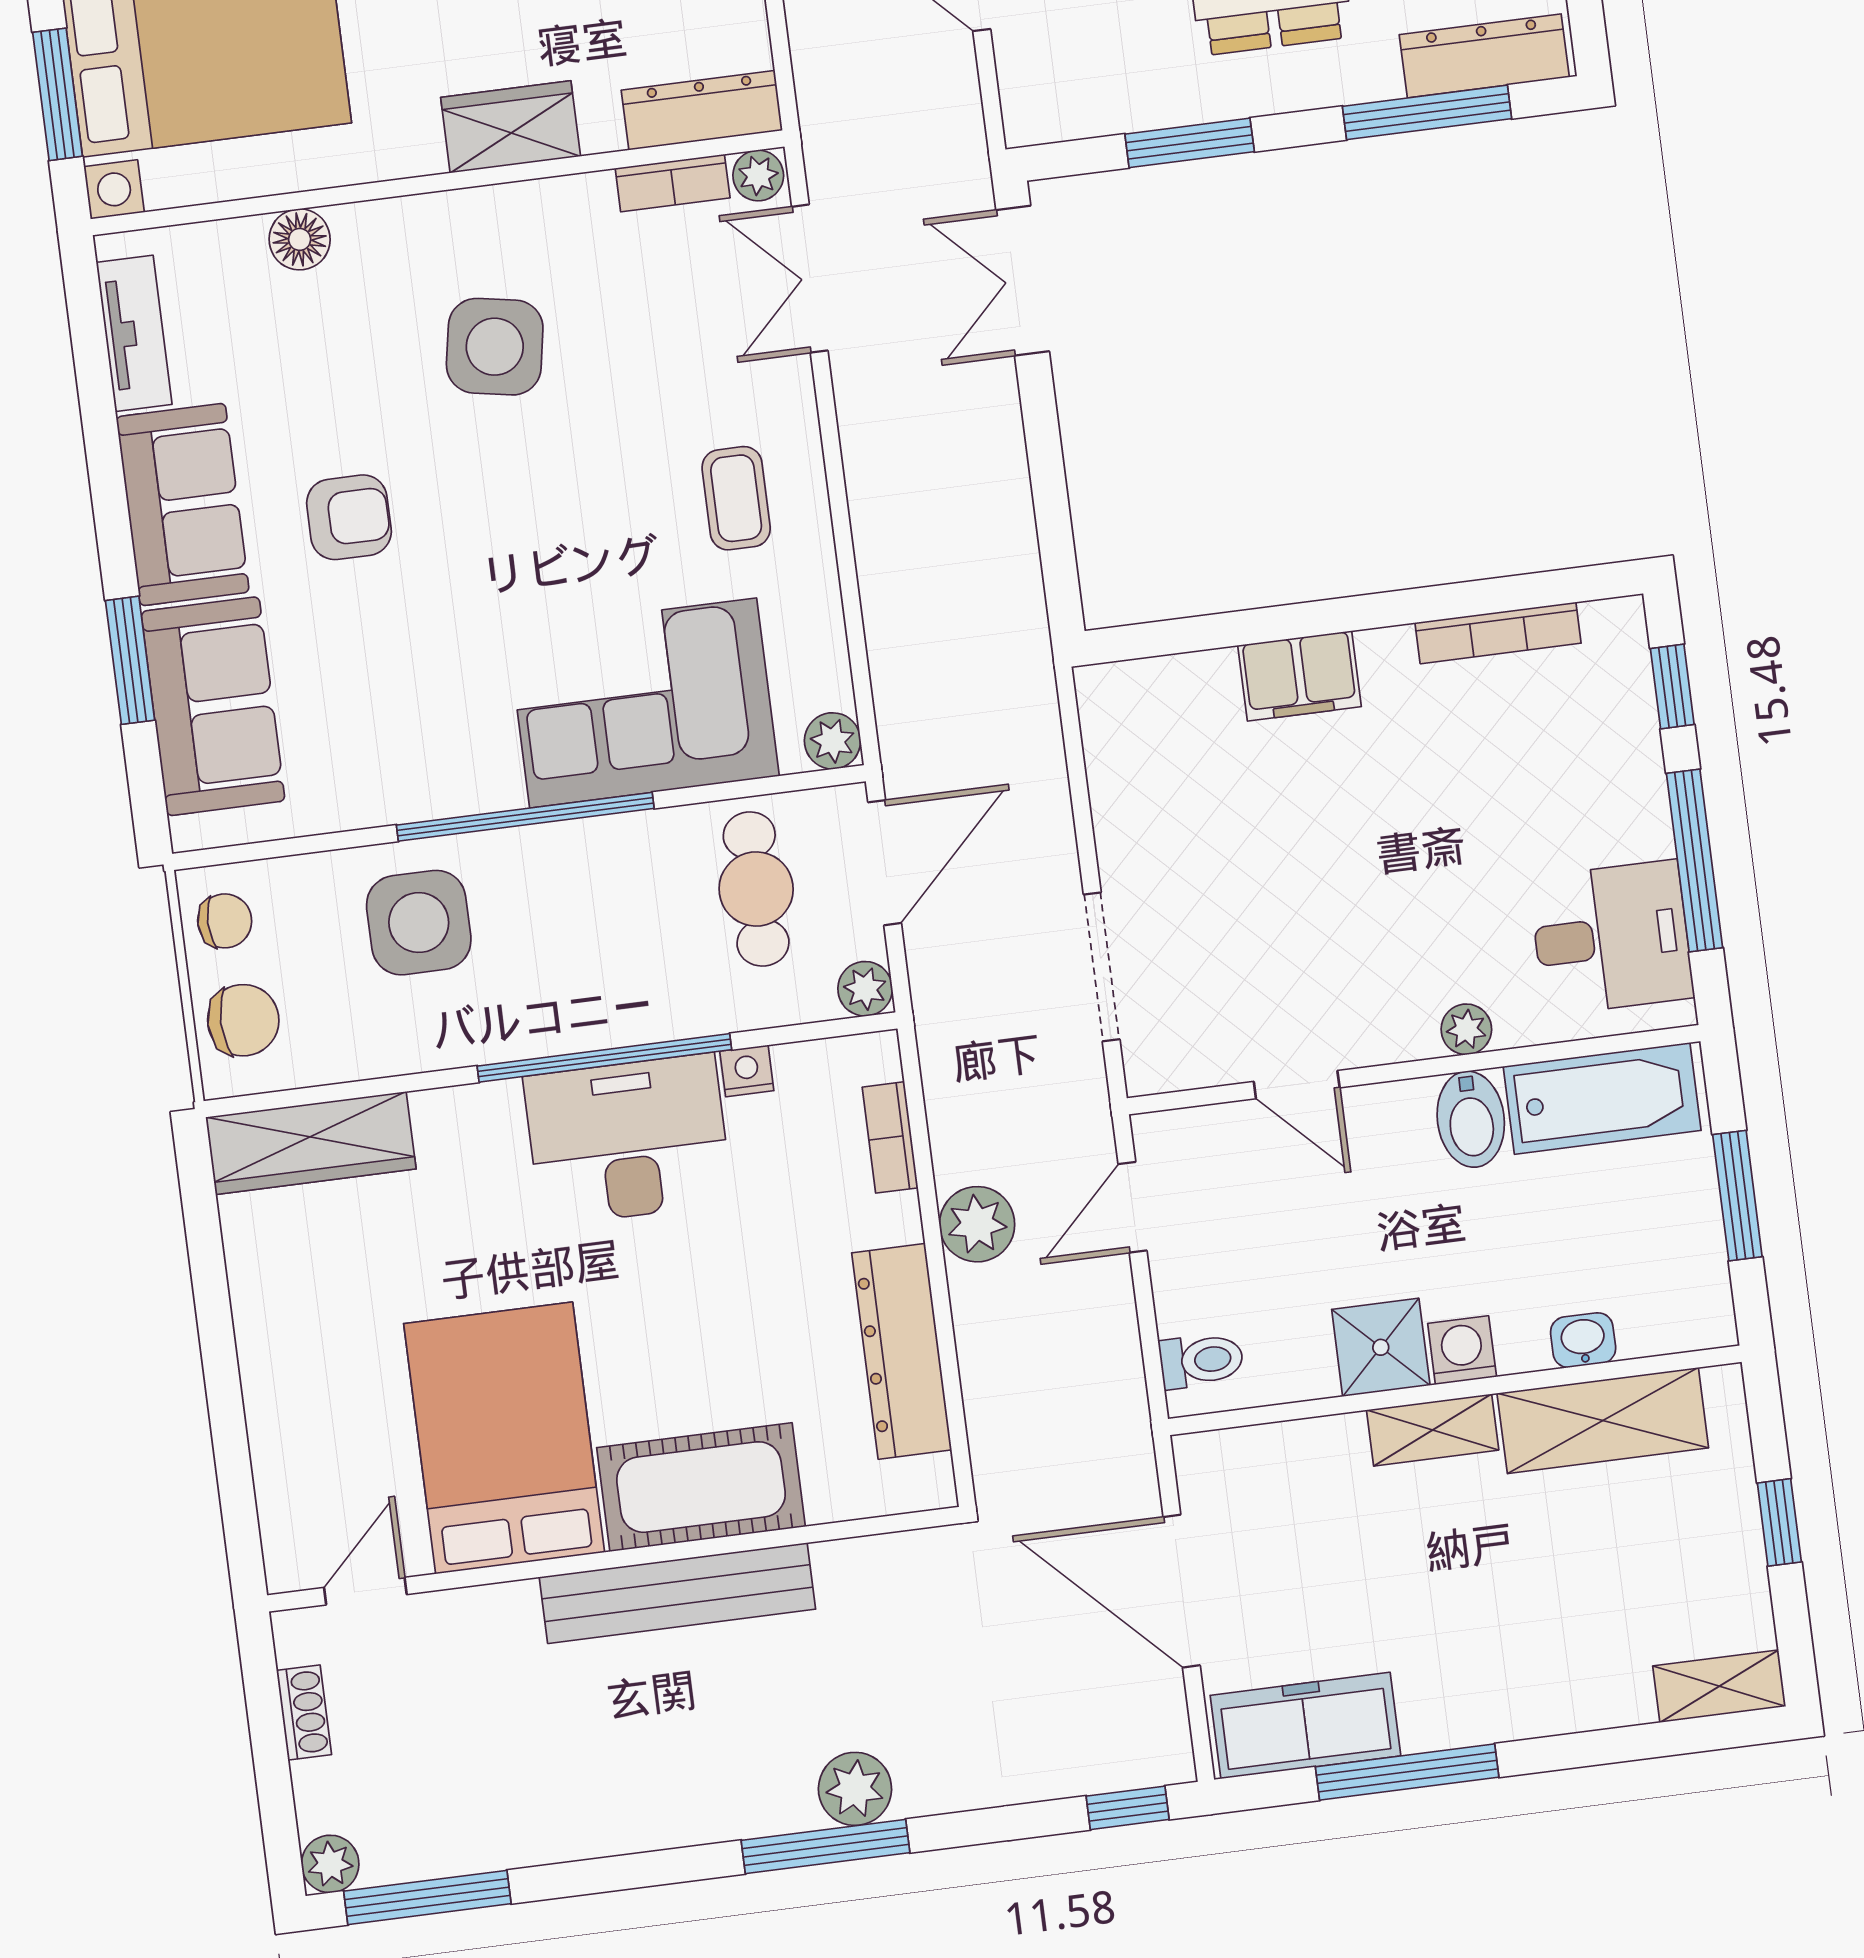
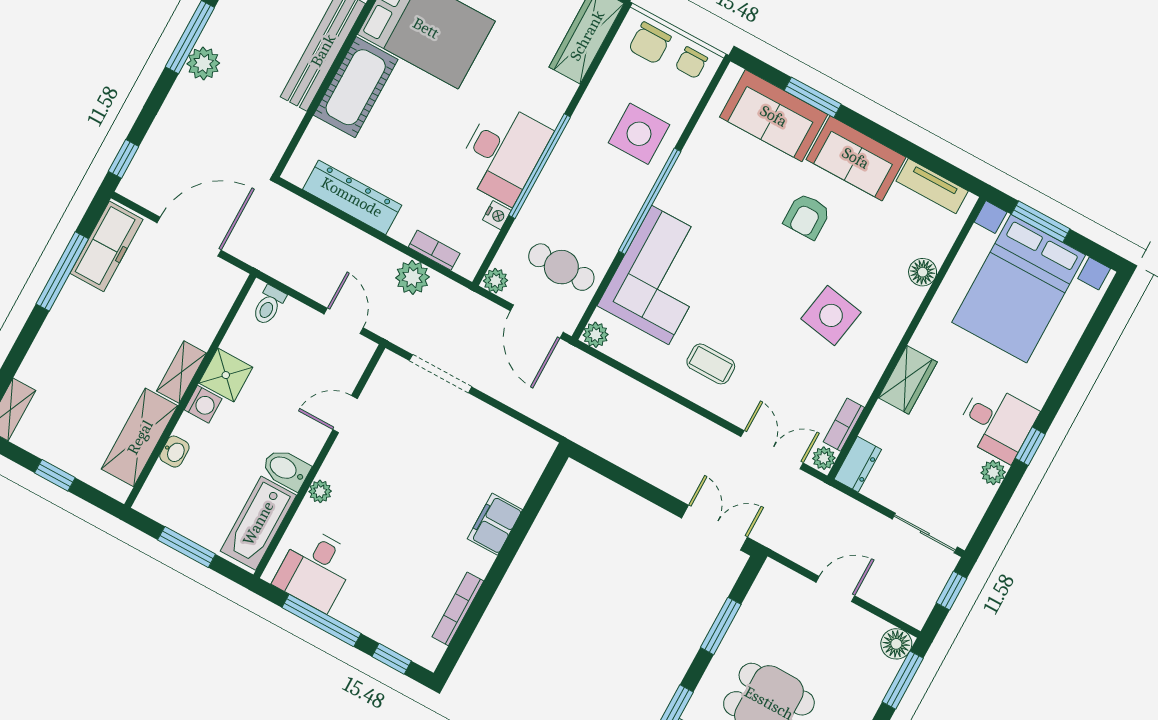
dresser: (702, 110) -> (858, 464), width x0.70
plant: (977, 1224) -> (412, 277), moved

